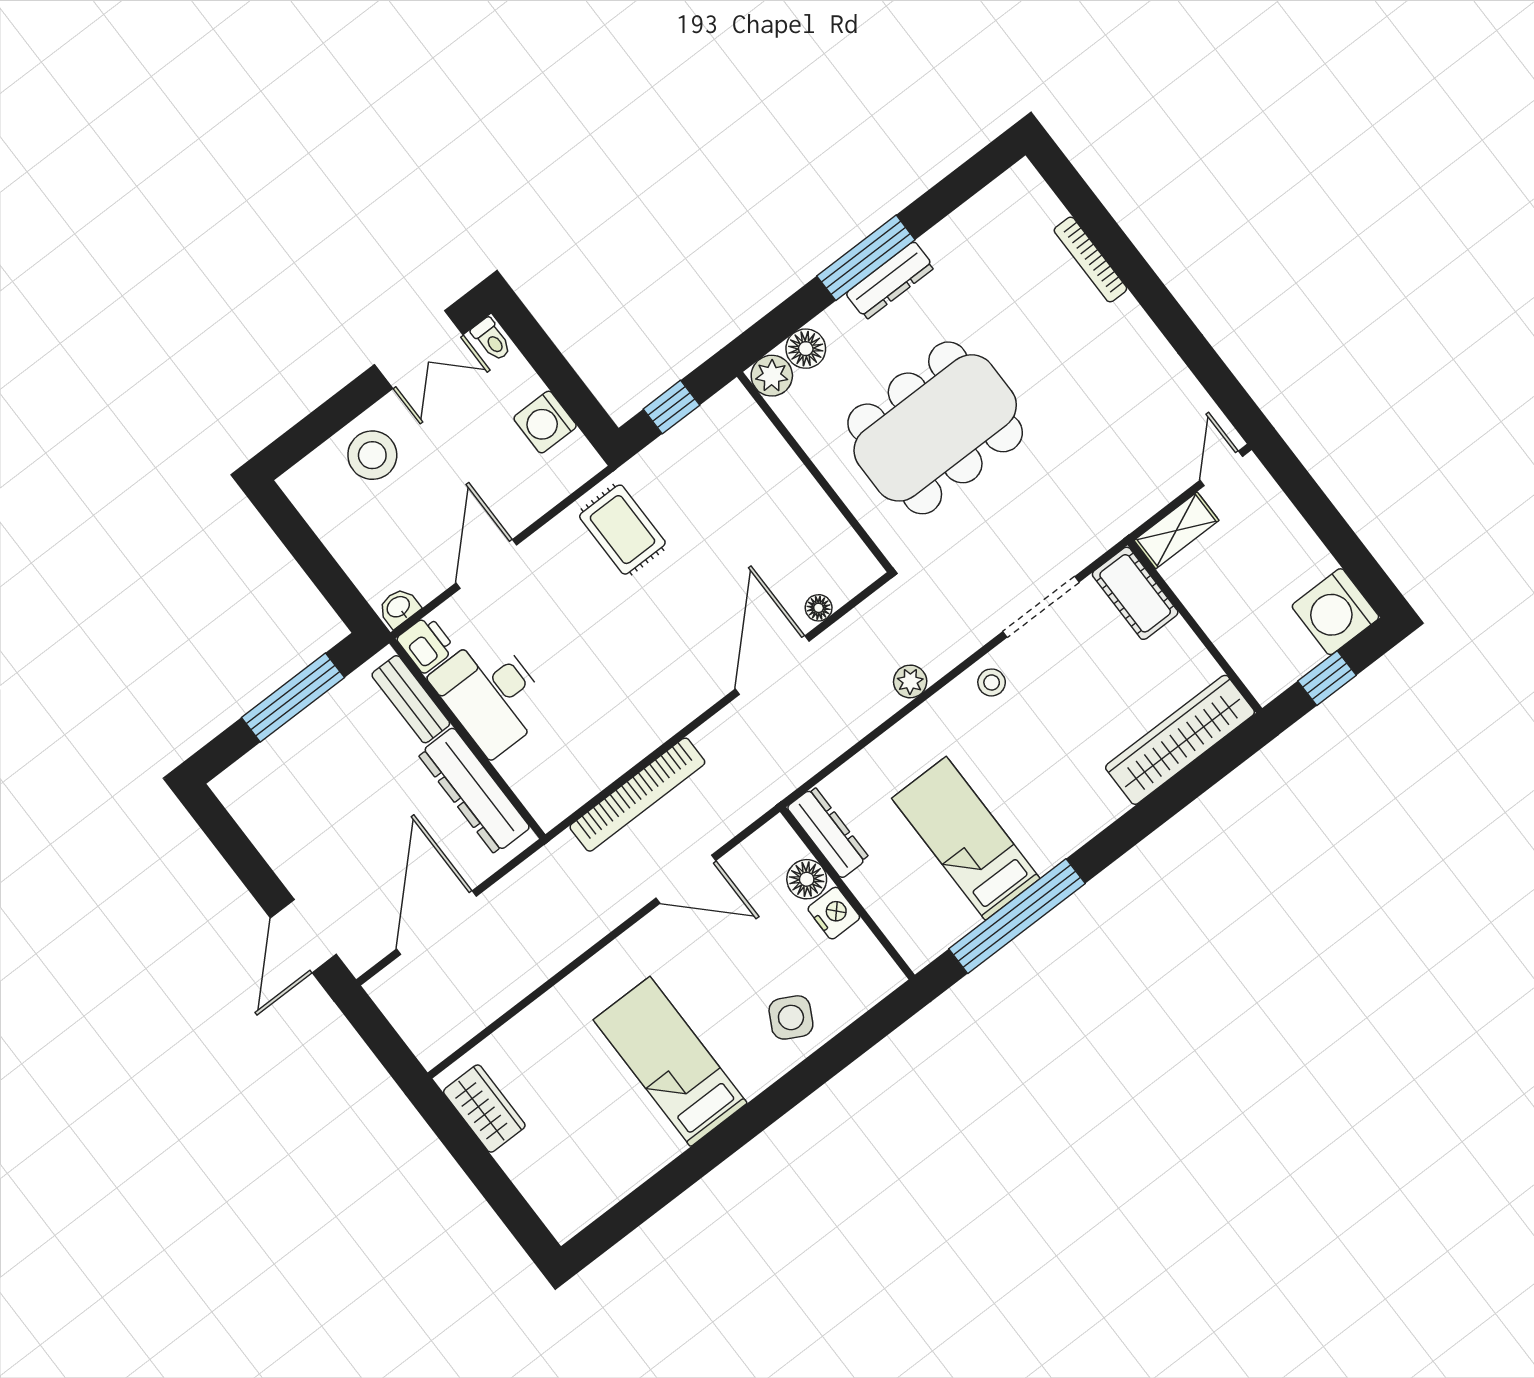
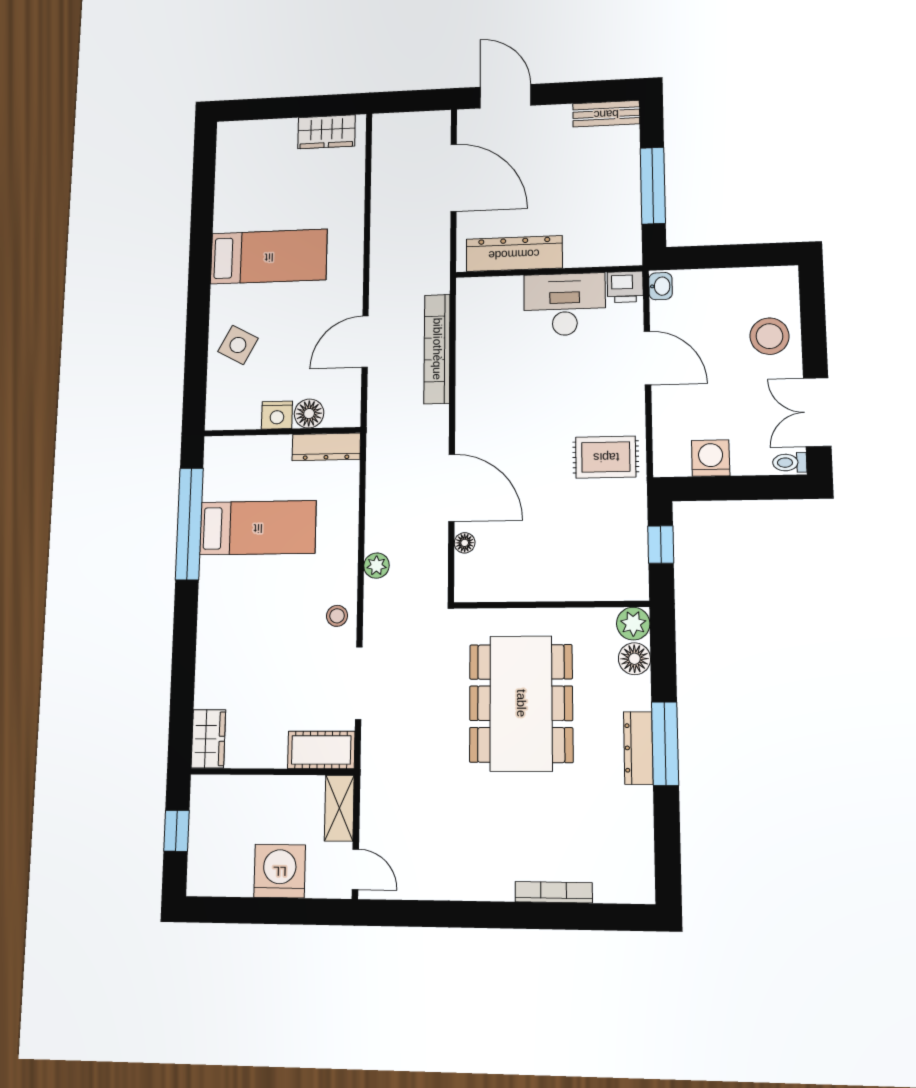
washing machine: (1335, 612) -> (280, 871), moved
bench: (411, 699) -> (606, 114), moved
wardrobe: (1180, 740) -> (208, 739), width x0.48, depth x0.85

